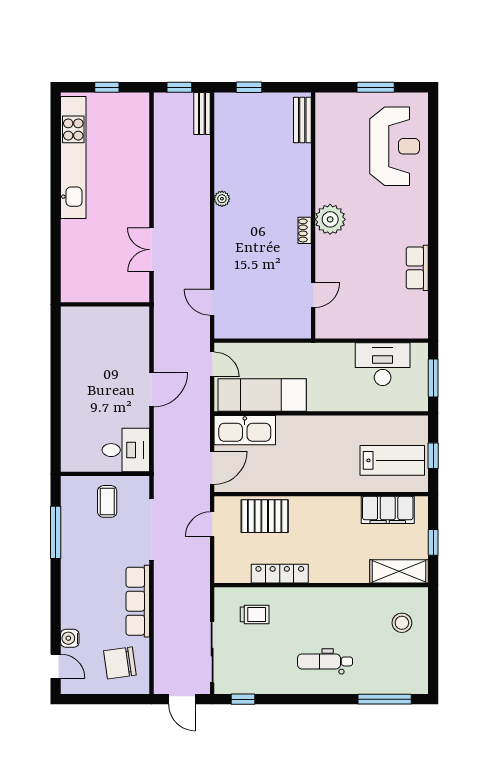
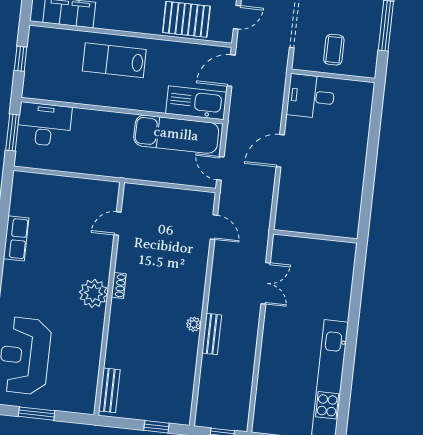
bench: (202, 114) -> (212, 334), moved
desk: (383, 364) -> (44, 125), moved, turned 180
lab bench: (392, 460) -> (114, 60), moved

